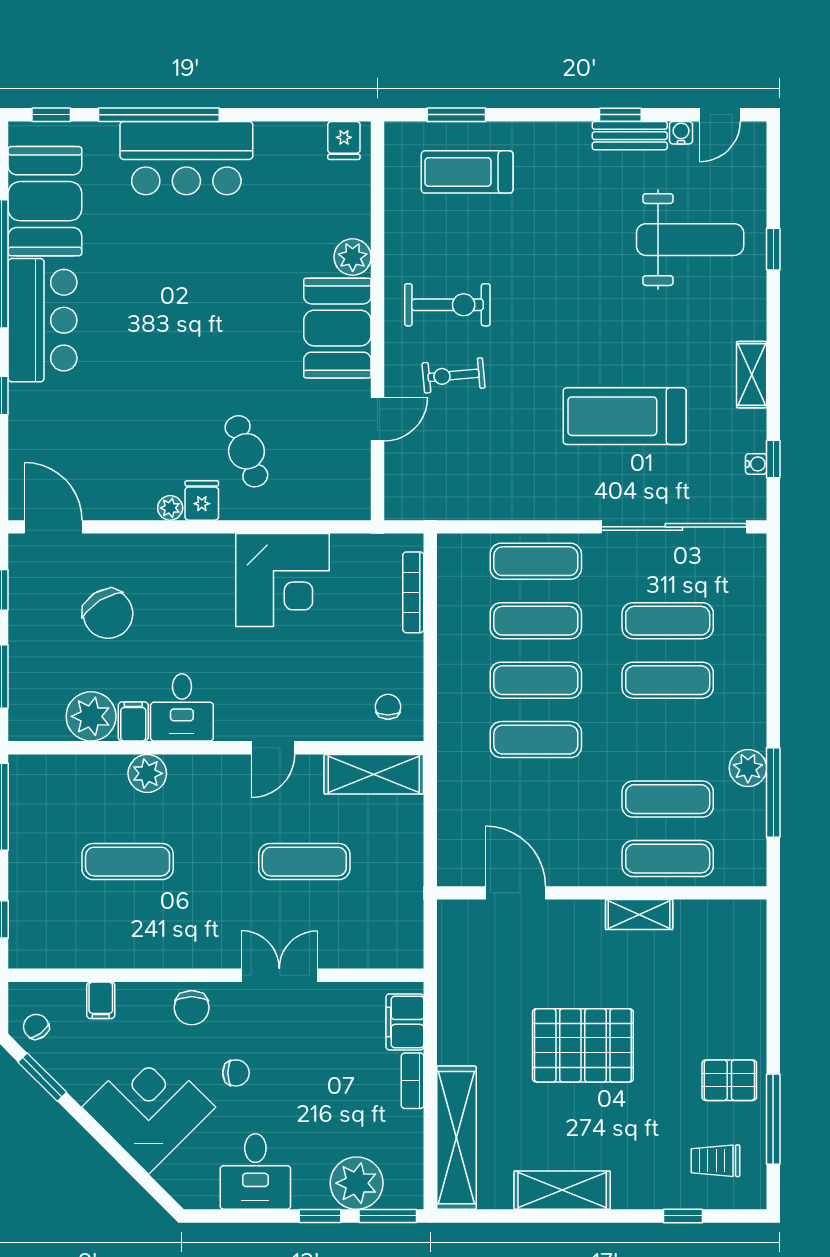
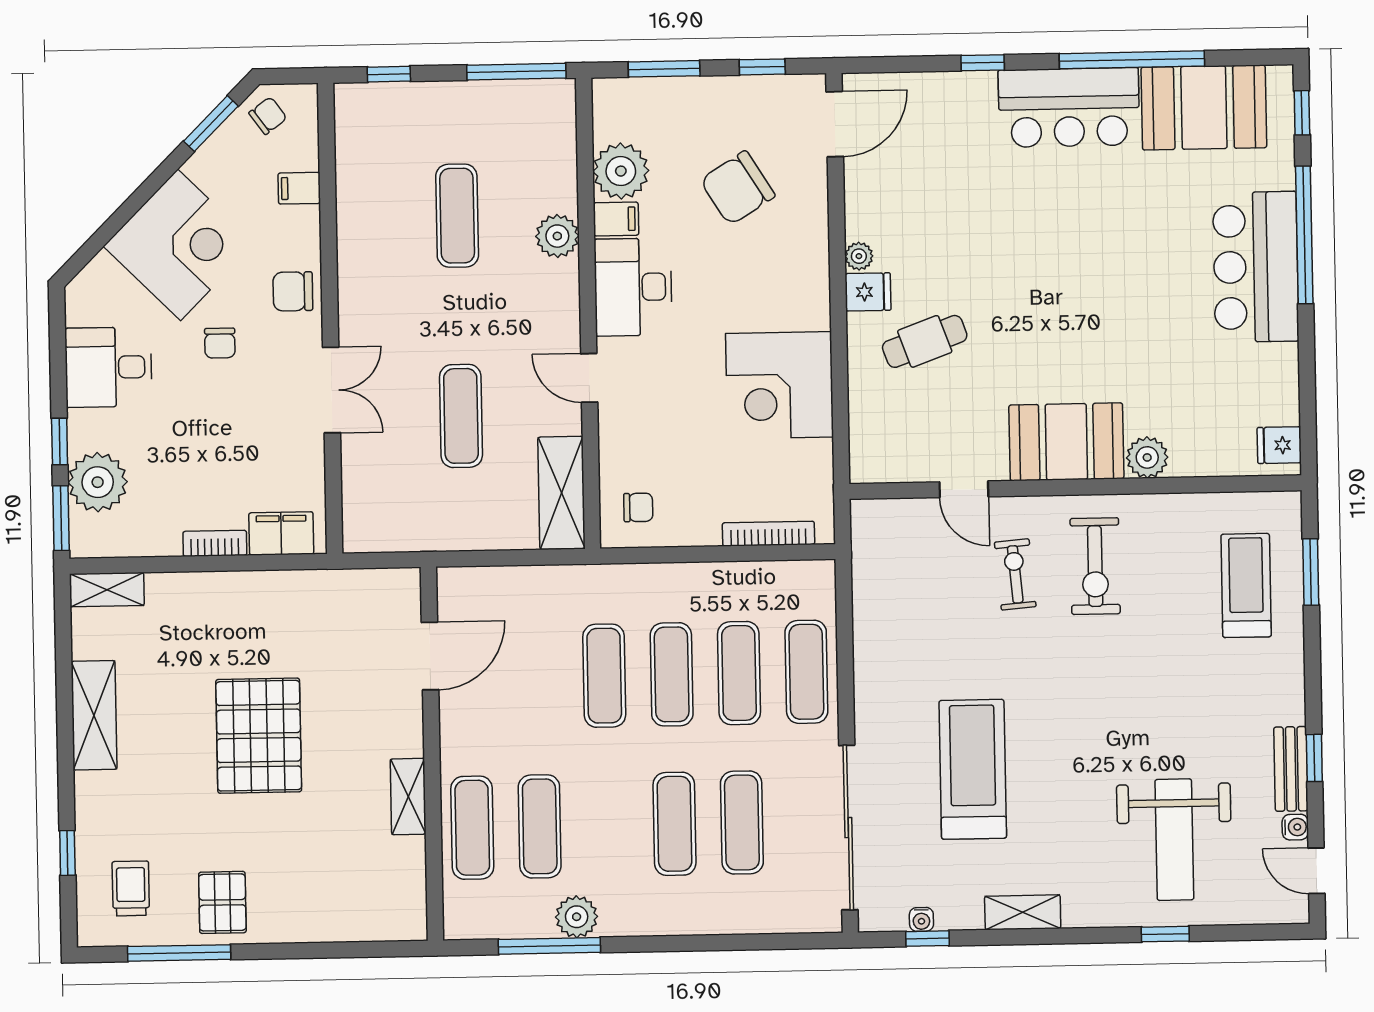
desk: (182, 707) -> (633, 287), width x1.37
shelving: (456, 1138) -> (107, 590), width x0.45, depth x0.75

